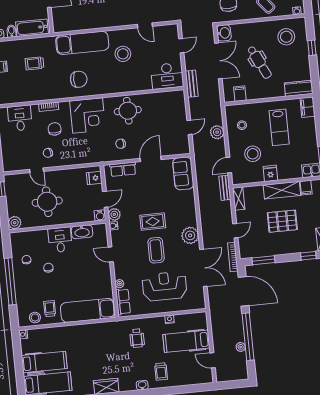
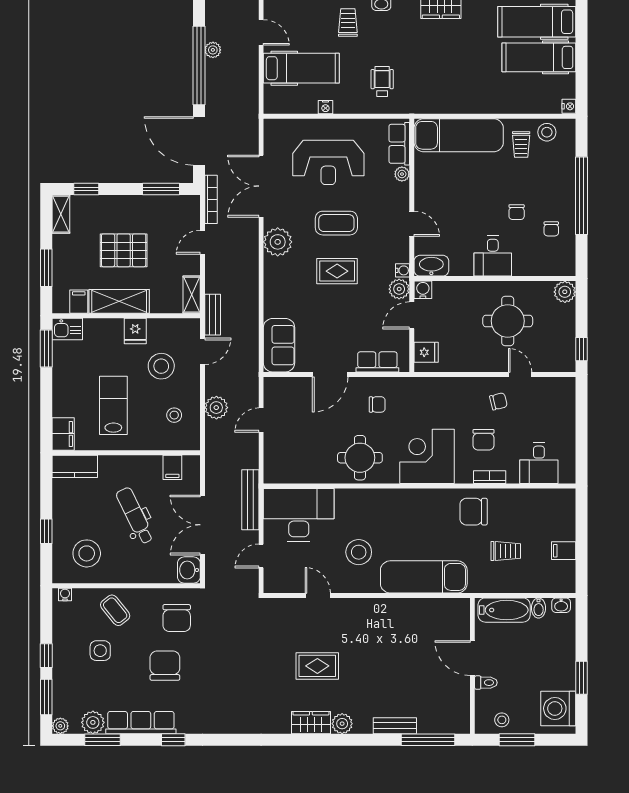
desk: (167, 76) -> (299, 515), width x1.36, depth x1.30
chair: (79, 79) -> (474, 512), moved
bench: (192, 84) -> (250, 500), width x1.36
washbasin: (82, 232) -> (431, 266), moved
coffee table: (156, 250) -> (336, 223), turned 90

